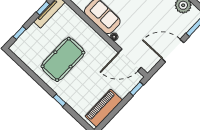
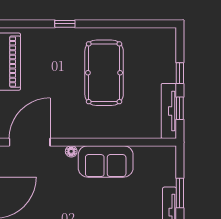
window: (20, 33) -> (180, 73), moved

